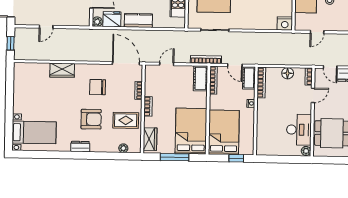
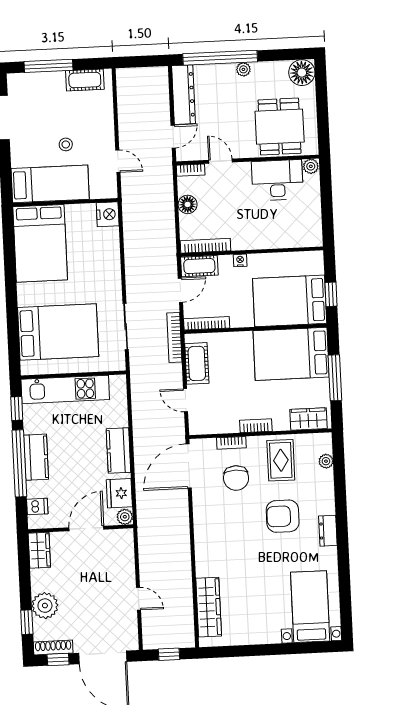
wardrobe: (62, 70) -> (209, 607), moved, width x1.50
cot: (201, 78) -> (197, 363), moved, turned 90
chair: (98, 87) -> (236, 478), moved
armchair: (91, 119) -> (283, 516), turned -90
window: (236, 158) -> (331, 294), moved

